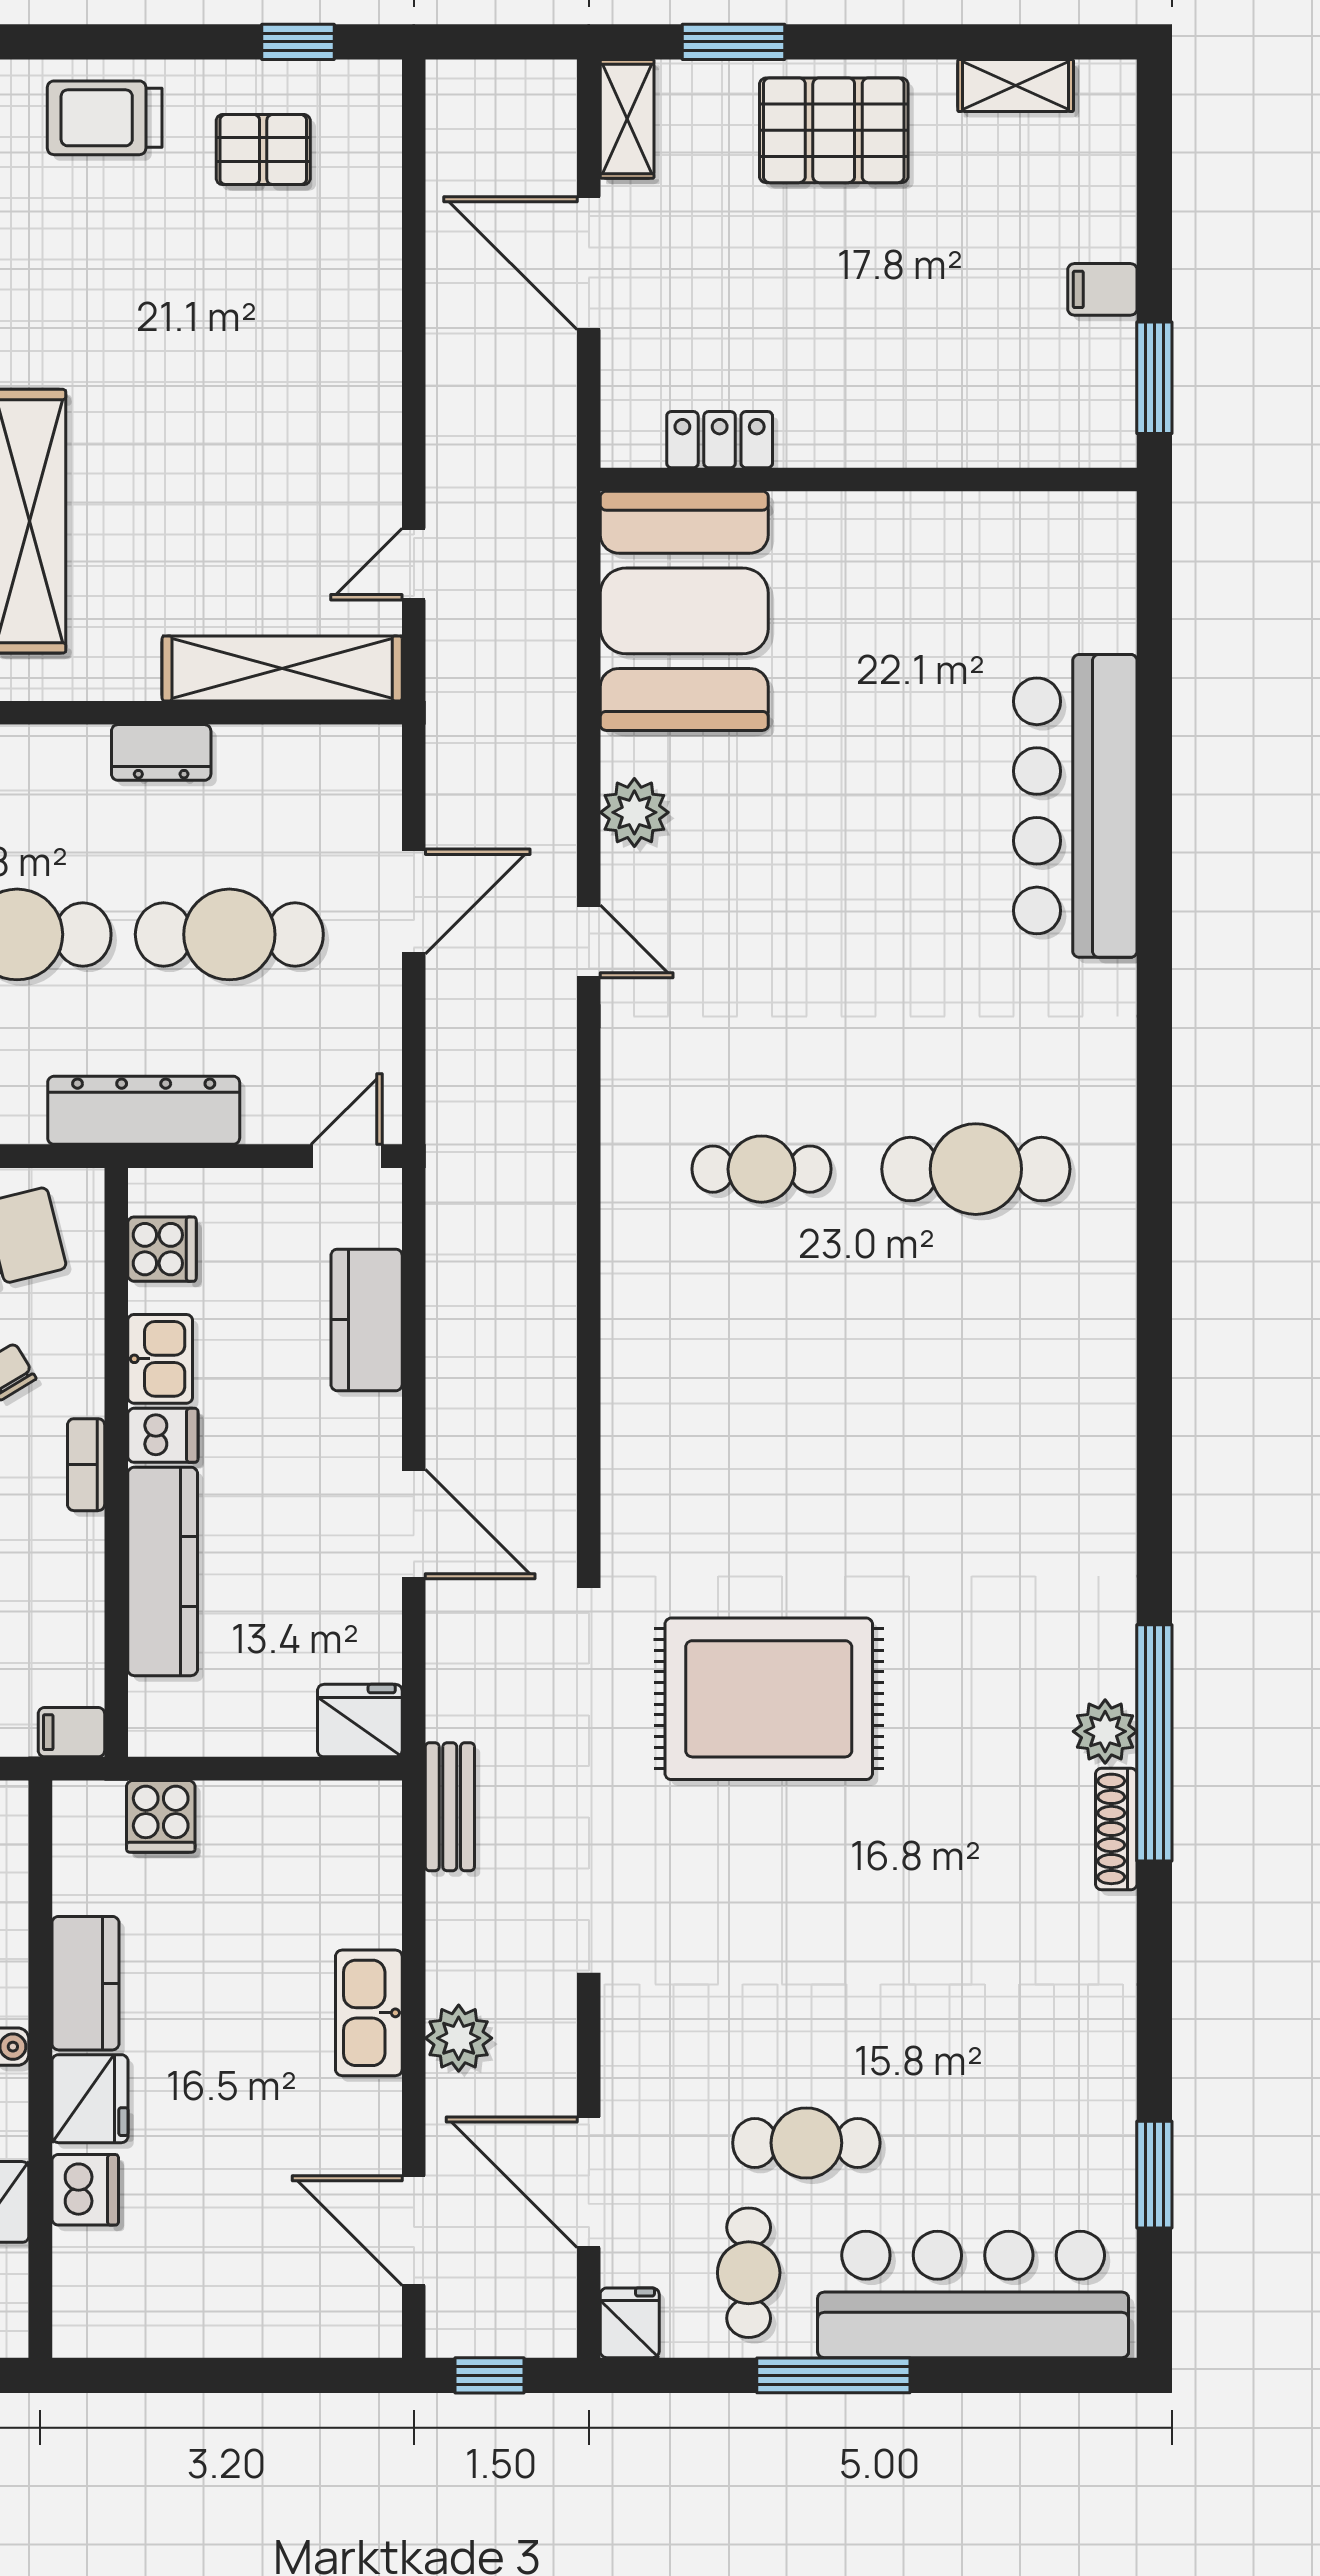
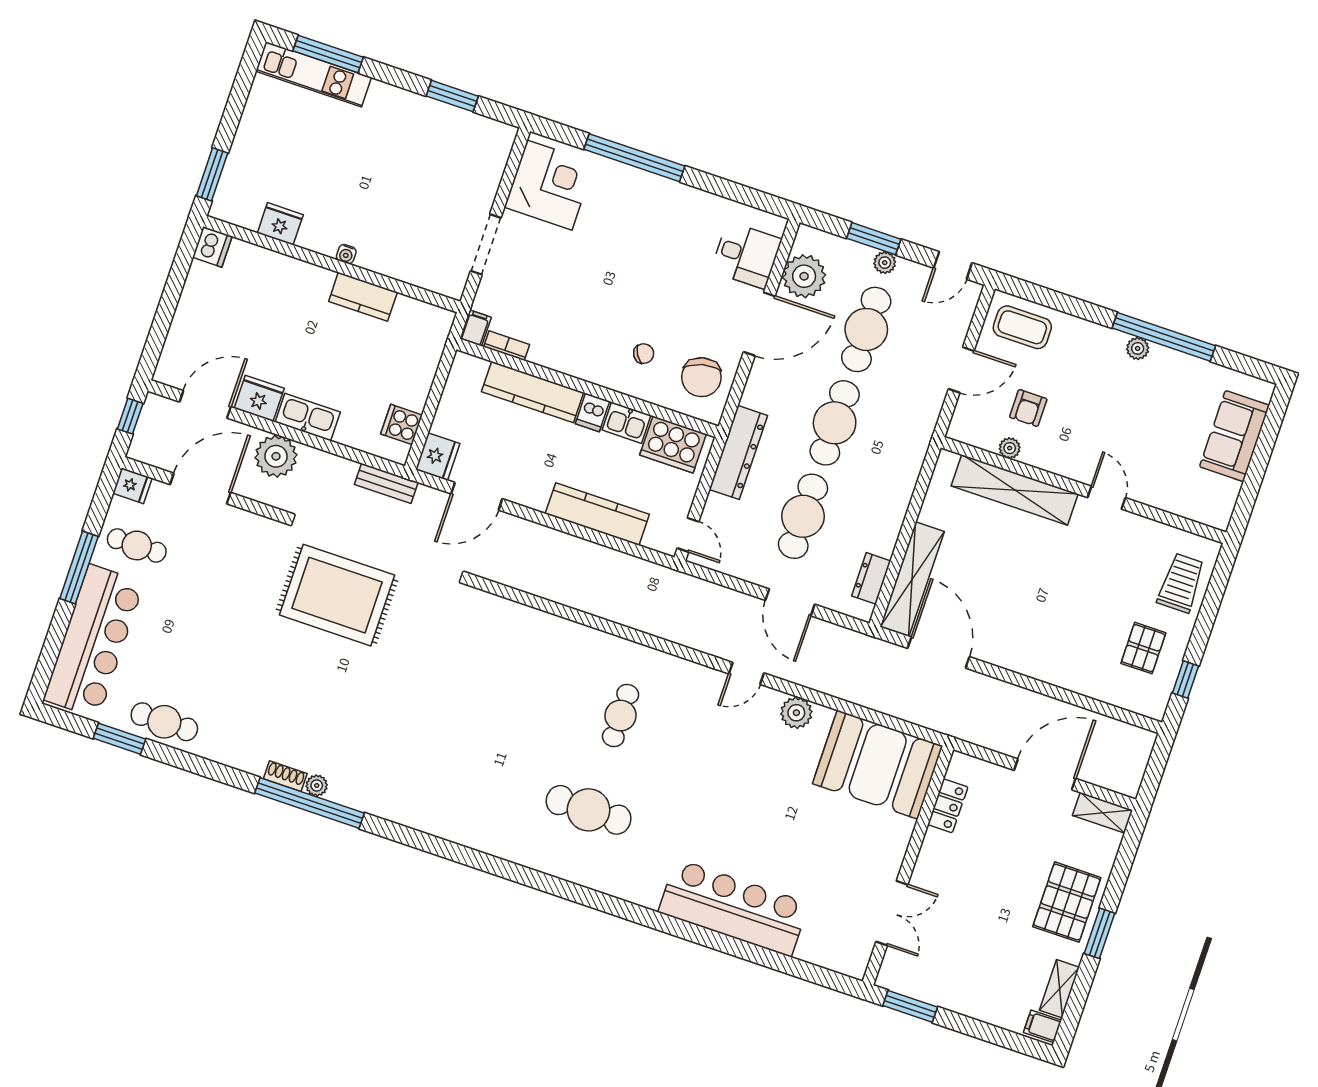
window: (733, 42) -> (1100, 933), moved
filing cabinet: (1102, 289) -> (1043, 1026), moved, turned -90
double door: (977, 479) -> (892, 913), added
door: (414, 564) -> (938, 653), width x1.88
dresser: (161, 752) -> (871, 578), moved
cafe table: (976, 1169) -> (589, 810), turned 90
cooker: (162, 1249) -> (673, 444), width x1.87, depth x1.31
kitchen counter: (367, 1320) -> (597, 514), width x1.50
bookcase: (86, 1465) -> (507, 346), moved
door: (414, 1524) -> (477, 496), moved
rug: (769, 1699) -> (337, 595), moved, turned 90
plant: (1105, 1731) -> (317, 786), width x0.73, depth x0.73
cooker: (161, 1816) -> (402, 424), moved
shoe rack: (1116, 1829) -> (285, 776), width x0.70
plant: (459, 2038) -> (276, 456), width x1.36, depth x1.36
fridge: (90, 2099) -> (259, 398), moved, turned 180
cafe table: (806, 2143) -> (164, 722), moved, turned 90
dishwasher: (85, 2190) -> (212, 247), moved, turned -90

